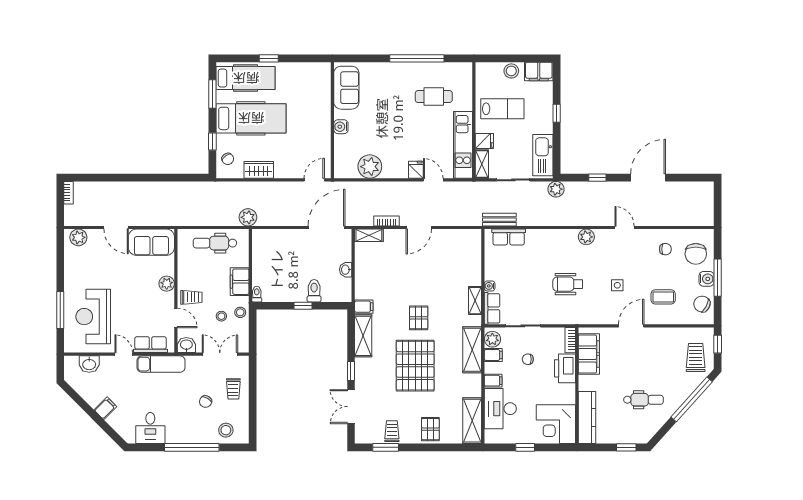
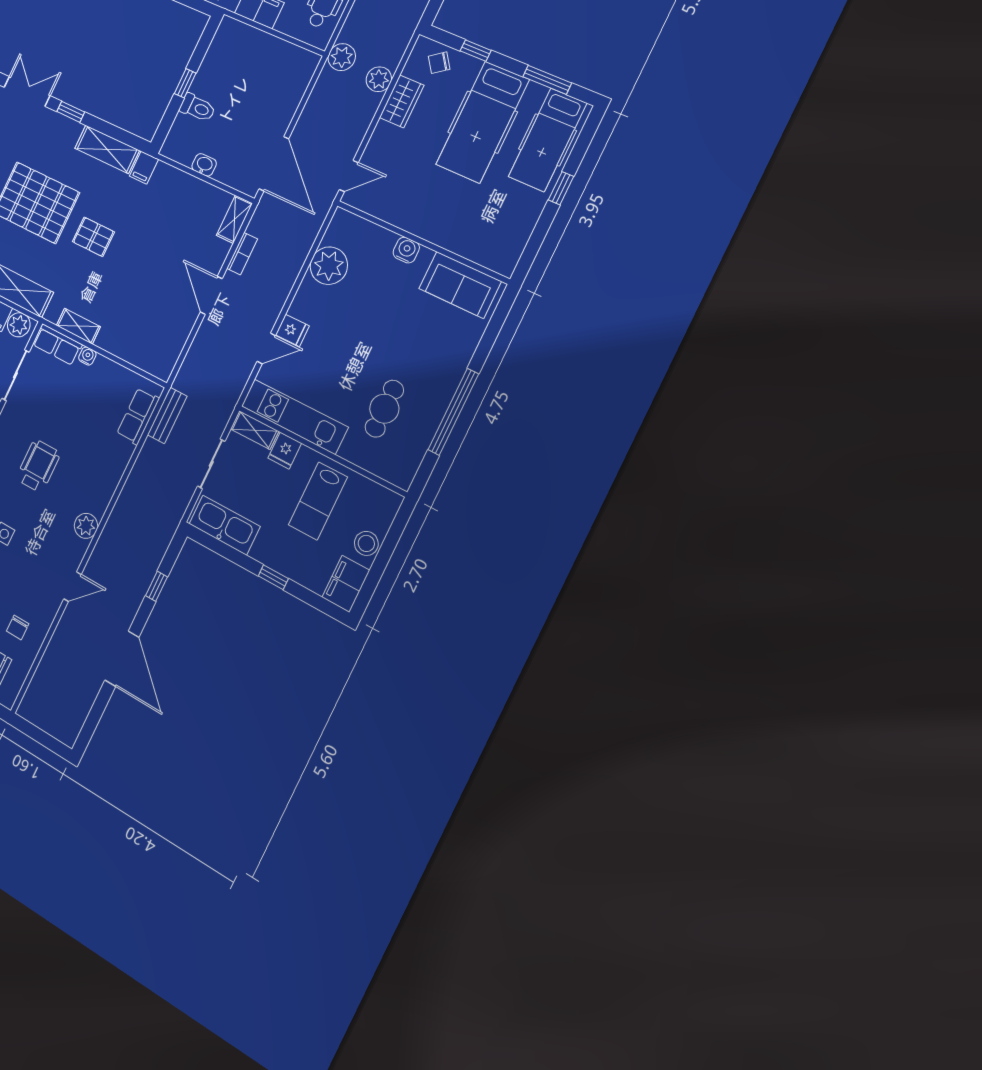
door: (314, 180) -> (349, 176), hinge flipped
plant: (556, 189) -> (379, 79), moved
toilet: (257, 294) -> (231, 25), removed

